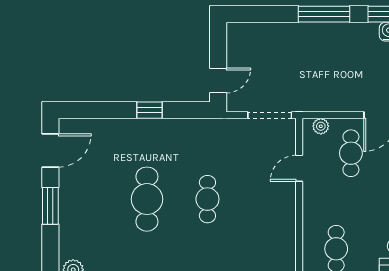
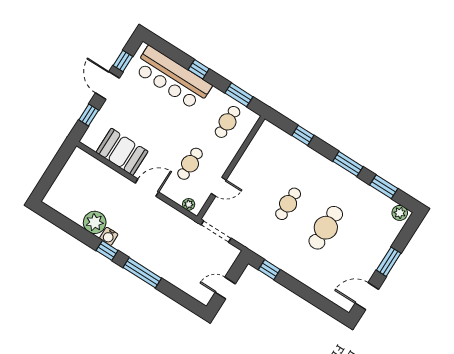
door: (218, 80) -> (225, 288), moved
window: (149, 110) -> (269, 270), moved
cafe table: (351, 153) -> (190, 164), moved

